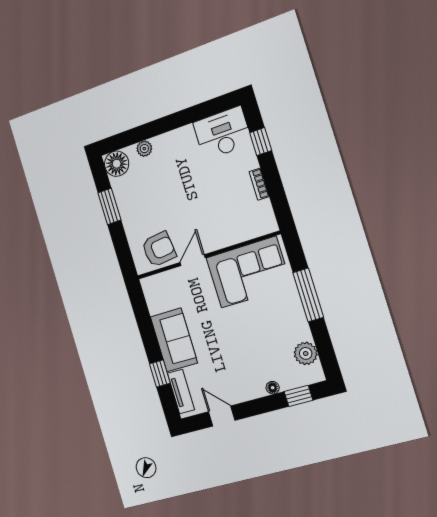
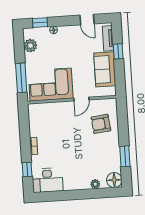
wall: (208, 255) -> (72, 100), moved
door: (193, 260) -> (81, 99), moved
corner sofa: (249, 272) -> (51, 85), moved

